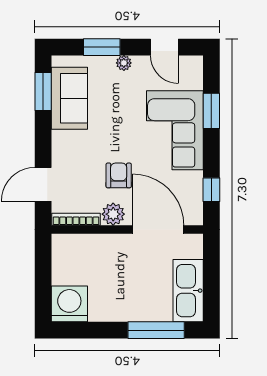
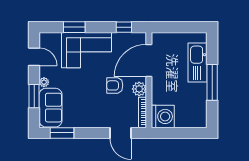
door: (164, 47) -> (34, 57), hinge flipped
sofa: (69, 98) -> (51, 108), moved, turned 90
kitchen sink: (188, 291) -> (198, 63), moved, turned 90
washing machine: (69, 304) -> (163, 116), moved, turned 180
window: (156, 330) -> (212, 82), moved

